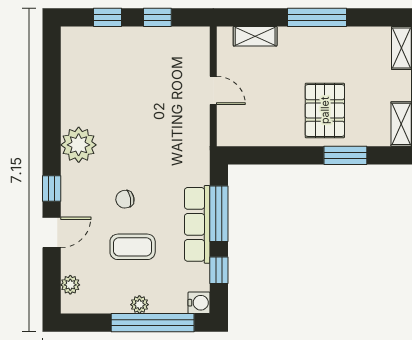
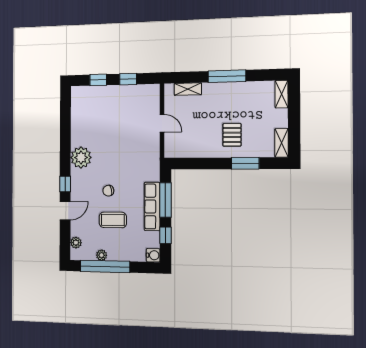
pallet: (325, 110) -> (232, 135), width x0.67, depth x0.71
plant: (139, 305) -> (102, 255), moved
window: (153, 323) -> (105, 266), moved

